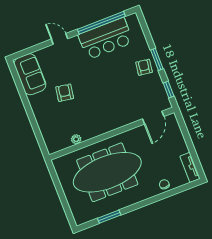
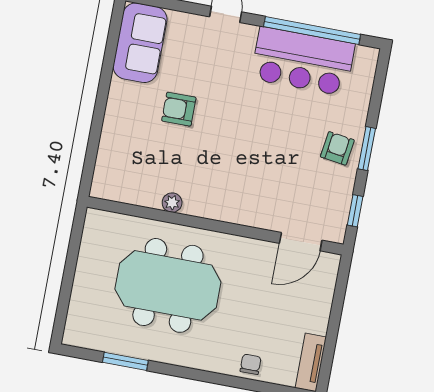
armchair: (65, 93) -> (179, 109), turned -99
plant: (76, 139) -> (172, 203), moved
meeting table: (107, 172) -> (168, 285), width x0.73

